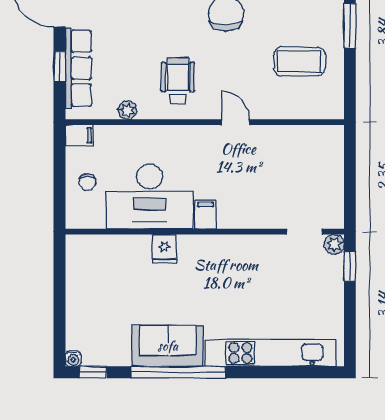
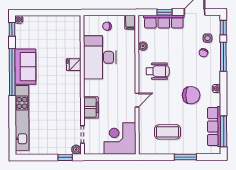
coffee table: (299, 61) -> (168, 132), turned 90
corner desk: (312, 157) -> (120, 139), added
filing cabinet: (206, 215) -> (91, 107), moved, width x2.00

